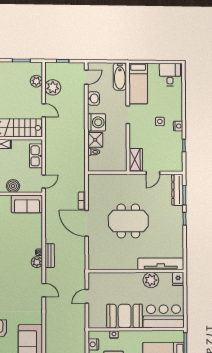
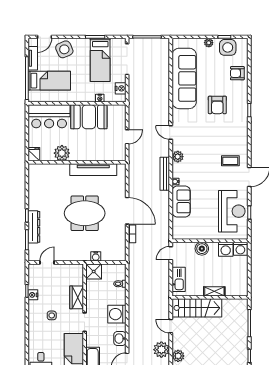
nightstand: (178, 126) -> (33, 295), moved
shower: (95, 140) -> (94, 272), moved
wardrobe: (136, 160) -> (77, 297), moved
door: (153, 173) -> (47, 263), moved
water cooler: (117, 179) -> (96, 256), added
dresser: (177, 190) -> (34, 227), moved
sofa: (27, 204) -> (181, 201), moved, turned 90
bench: (50, 256) -> (165, 174), width x1.36
plant: (37, 262) -> (178, 157), moved
tv unit: (161, 264) -> (93, 170), moved
door: (44, 290) -> (171, 132), moved

